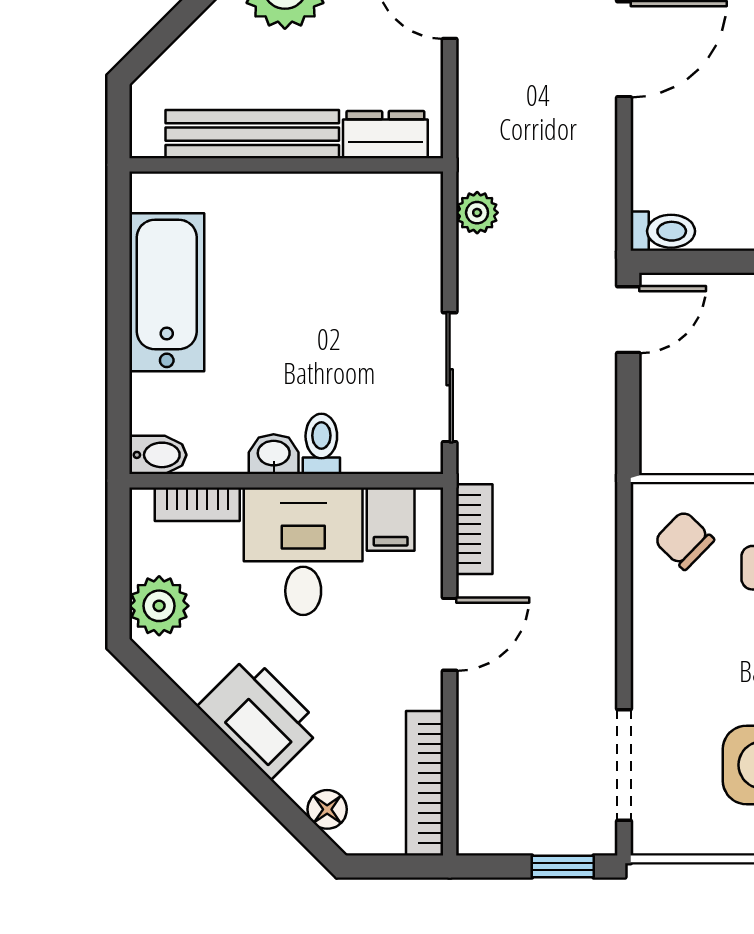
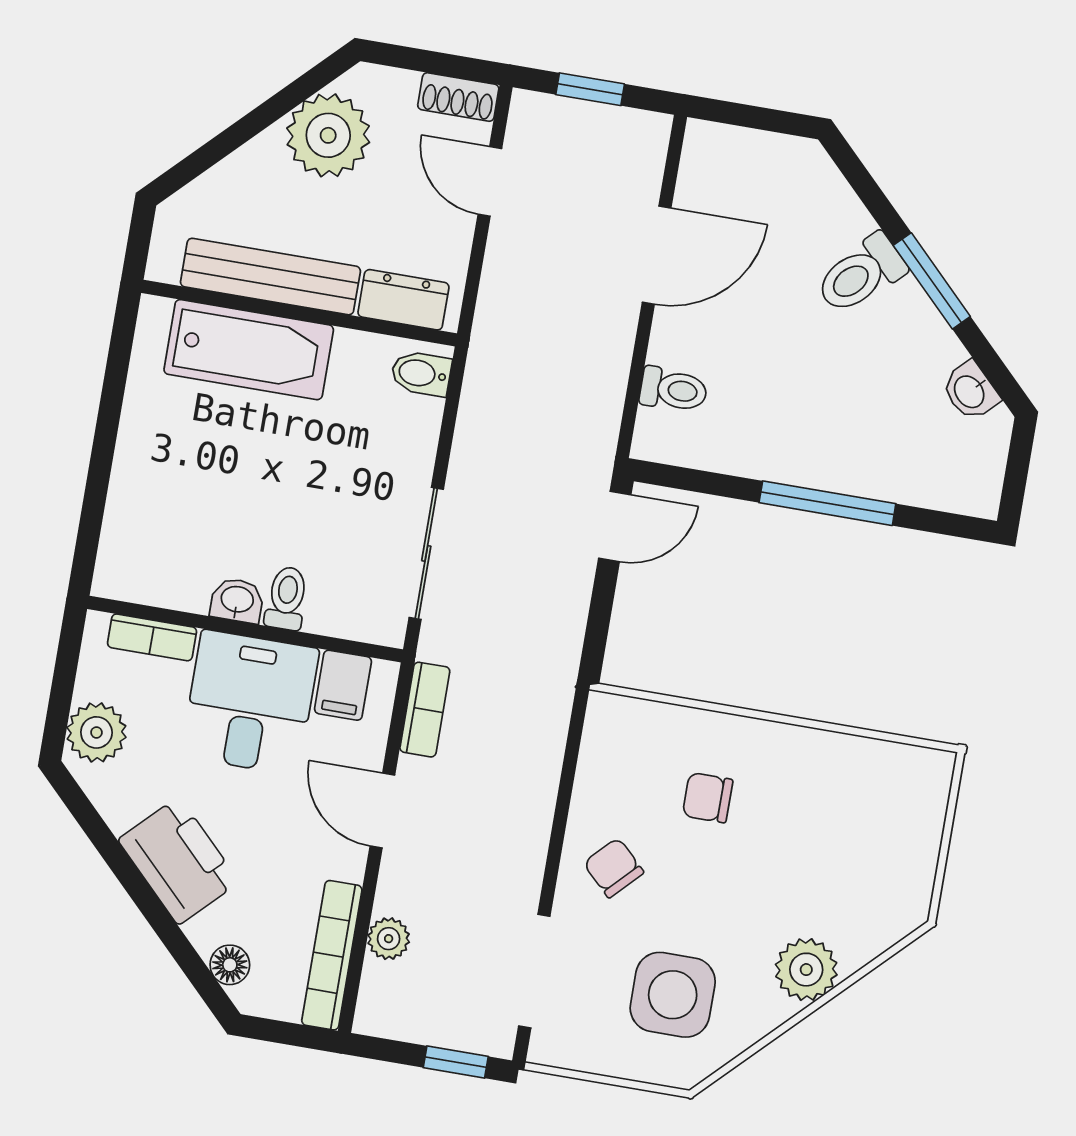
plant: (477, 213) -> (389, 939), moved
toilet: (663, 231) -> (674, 390), moved
bathtub: (167, 292) -> (249, 350), moved, turned 90
bidet: (158, 455) -> (421, 374), moved, turned 180
chair: (684, 540) -> (614, 868), moved
door: (450, 634) -> (382, 811), swing flipped

